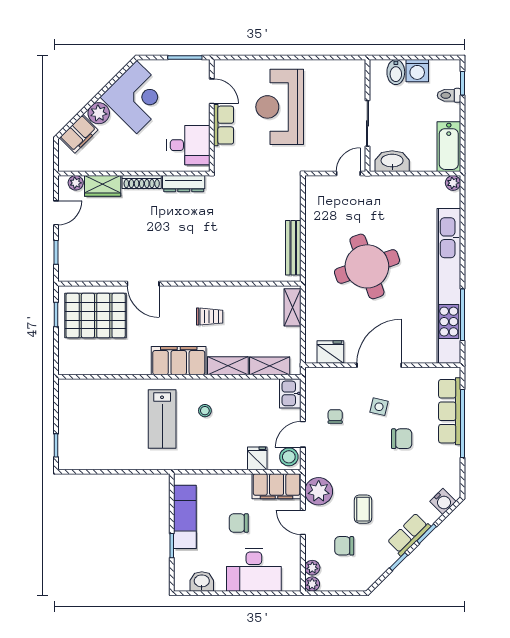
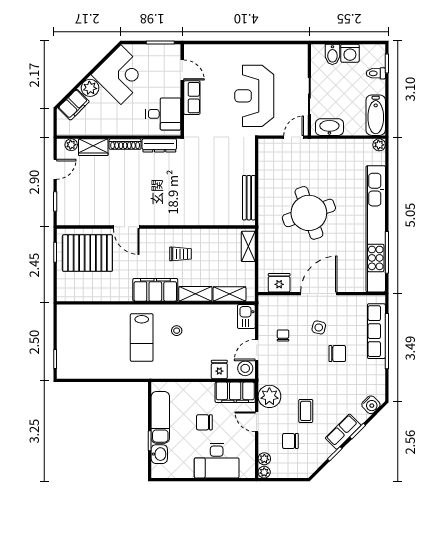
reception desk: (280, 107) -> (254, 96), moved
washbasin: (202, 581) -> (159, 454), moved, turned 90

